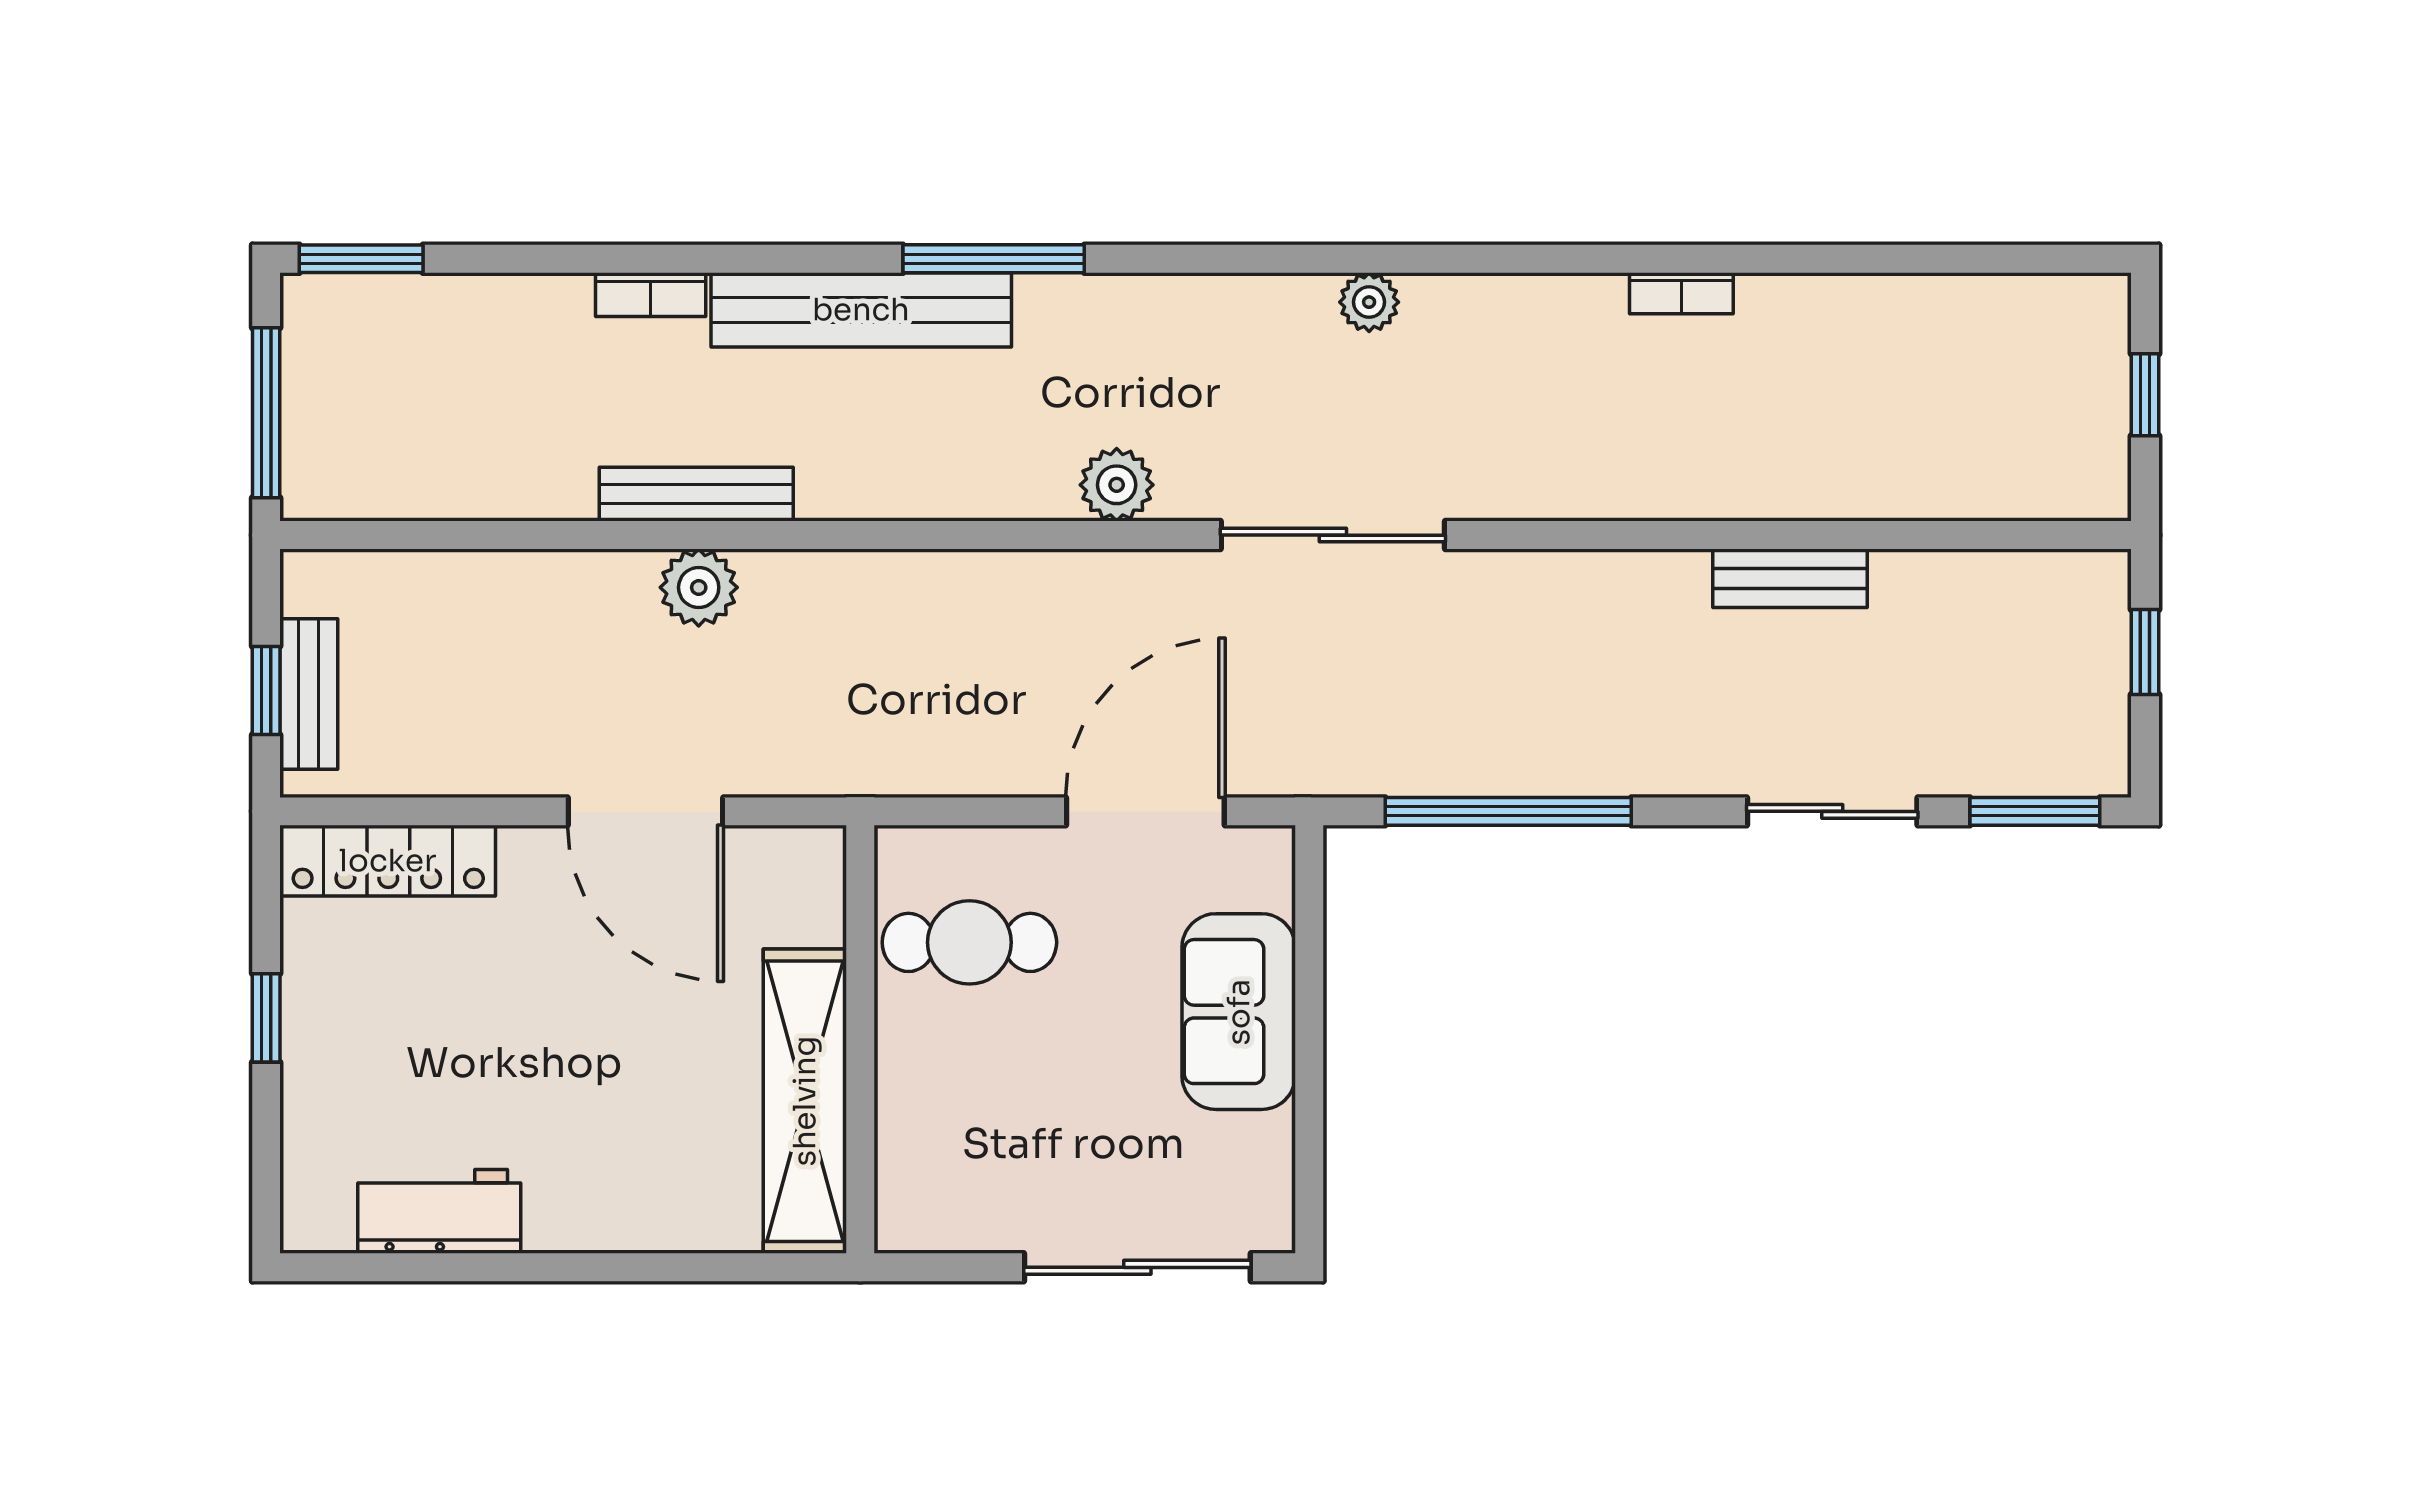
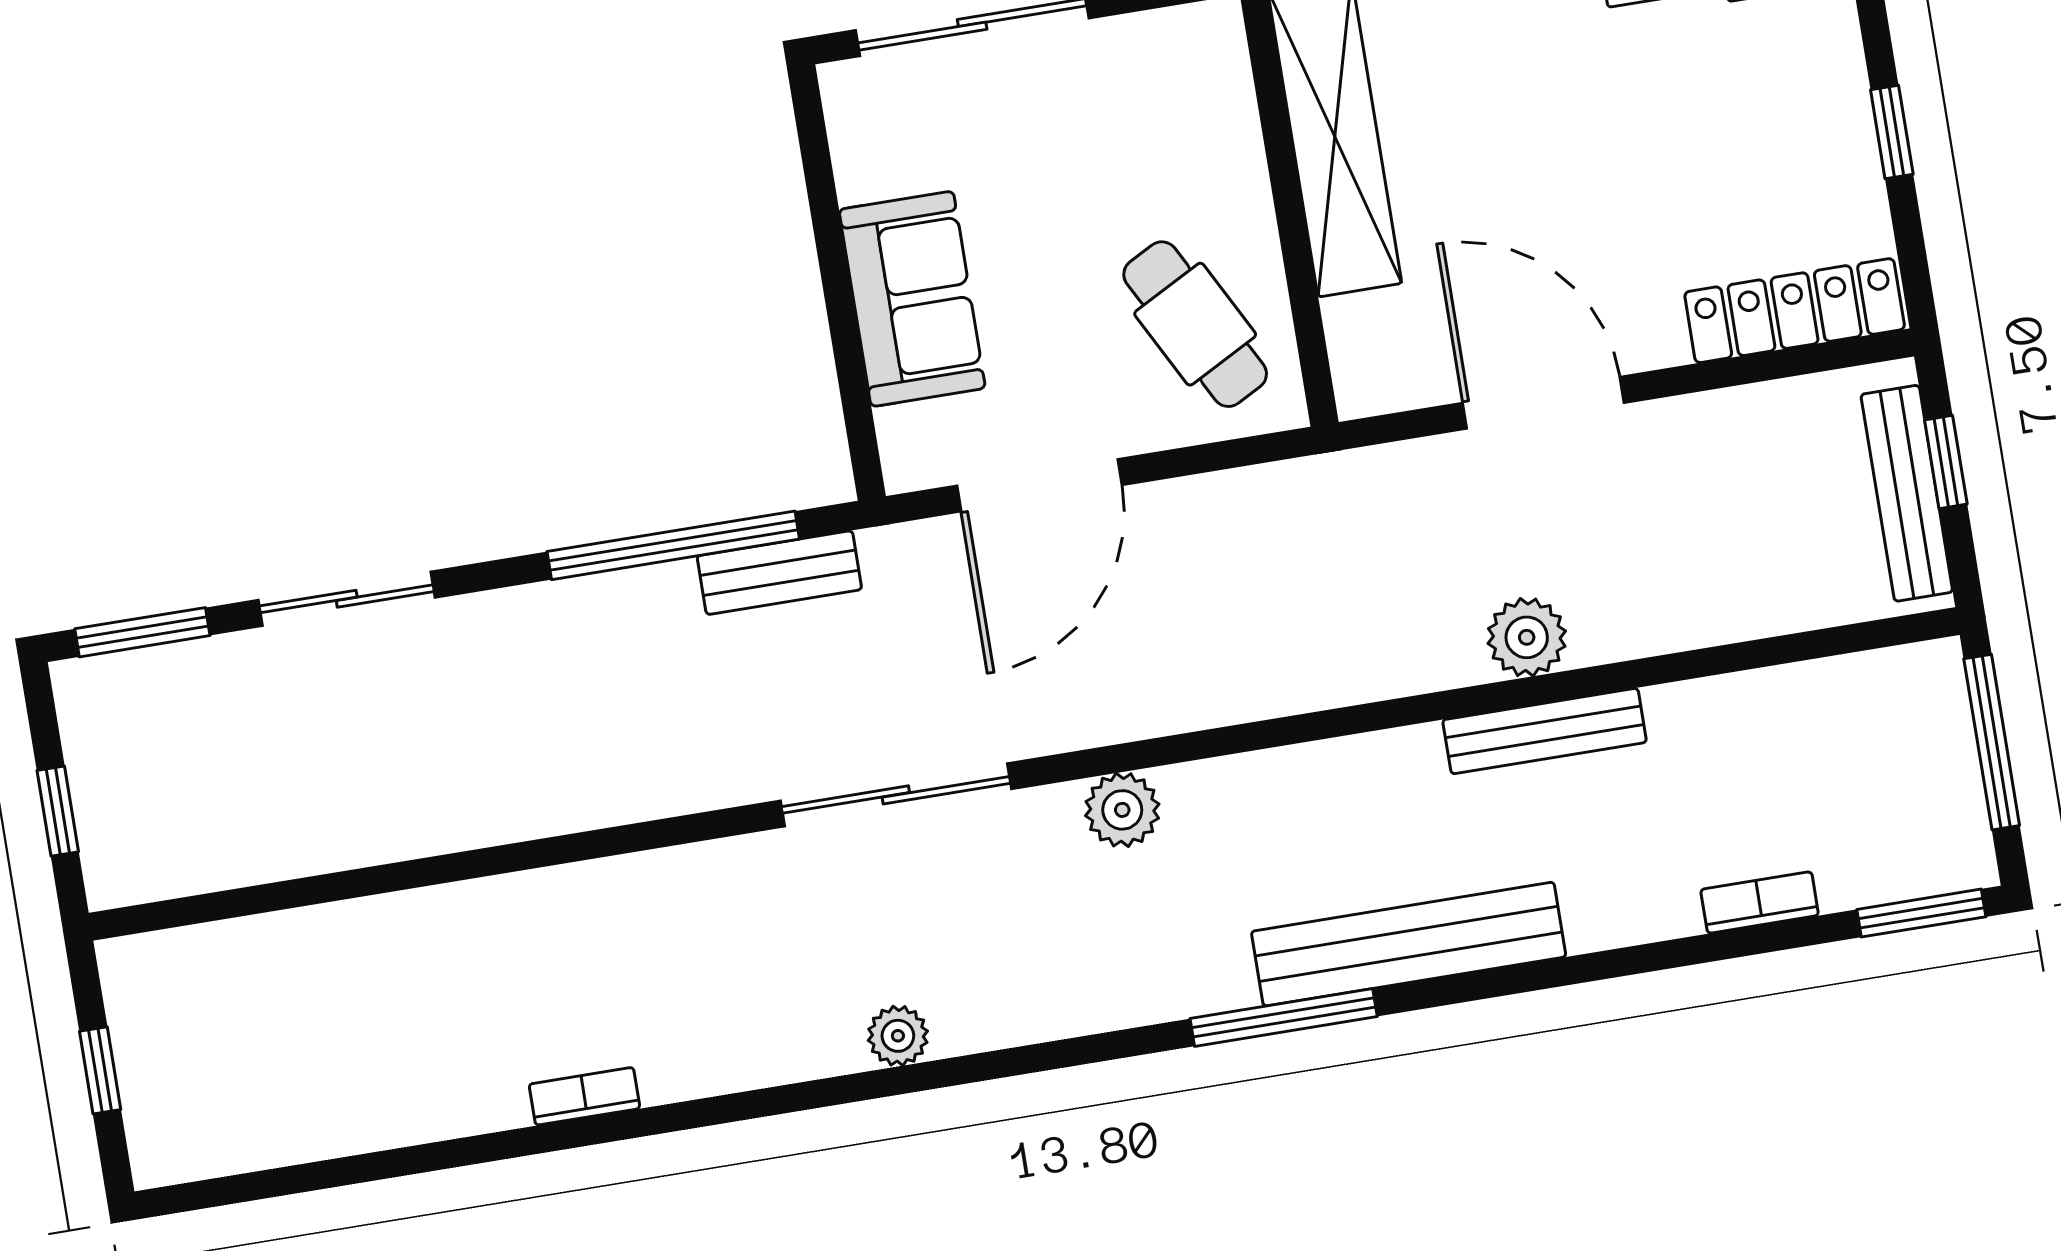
bookcase: (651, 295) -> (1760, 902), moved
bench: (1790, 578) -> (779, 573), moved
bench: (309, 694) -> (1907, 493), width x1.36
cafe table: (969, 942) -> (1195, 324), turned 62

